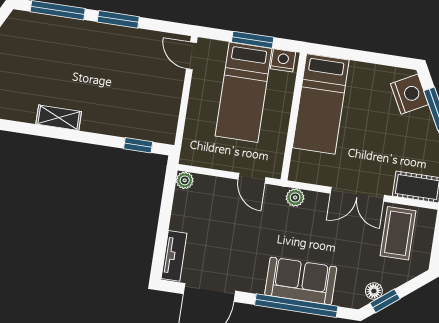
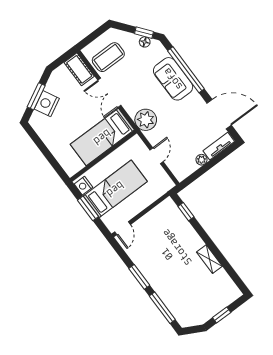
nightstand: (409, 94) -> (47, 104), moved
bed: (321, 104) -> (102, 137), moved, turned 180
door: (252, 178) -> (157, 156), moved
plant: (185, 180) -> (201, 160), moved
double door: (357, 194) -> (109, 93), swing flipped
plant: (295, 197) -> (146, 120), width x1.87, depth x1.87

